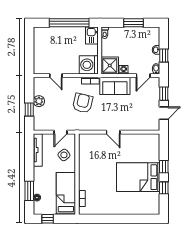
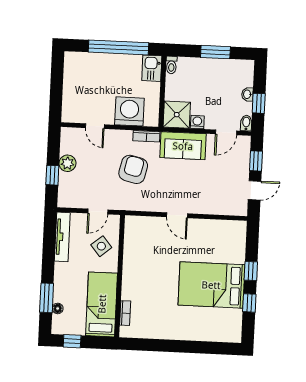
washing machine: (89, 65) -> (129, 111), moved, turned 90

